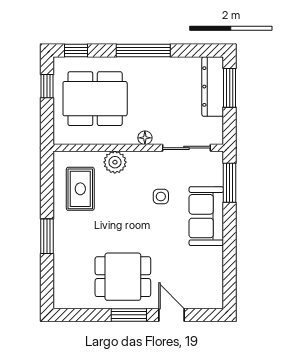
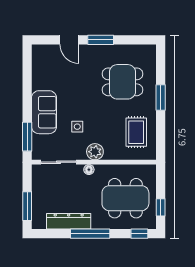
dresser: (213, 87) -> (69, 221), moved, turned -90
plant: (115, 162) -> (95, 152), moved
dining table: (123, 277) -> (122, 82), moved

